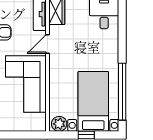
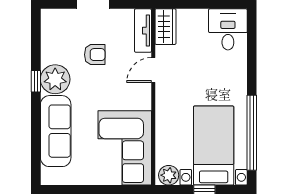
corner sofa: (26, 84) -> (125, 148), moved

